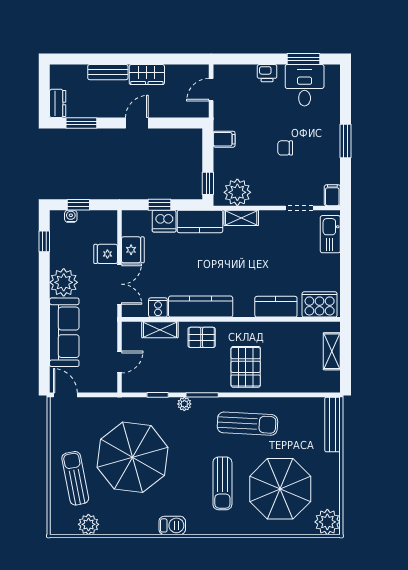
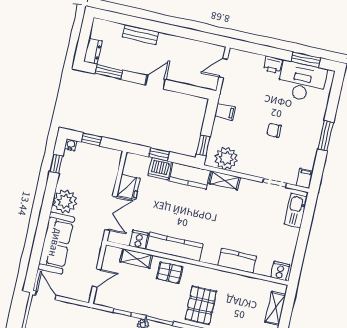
wardrobe: (147, 75) -> (172, 44), removed
desk: (305, 85) -> (302, 82), width x1.37
water cooler: (71, 216) -> (71, 145), moved
fridge: (106, 254) -> (105, 185), removed
cooker: (320, 304) -> (280, 271), width x0.53, depth x0.76

